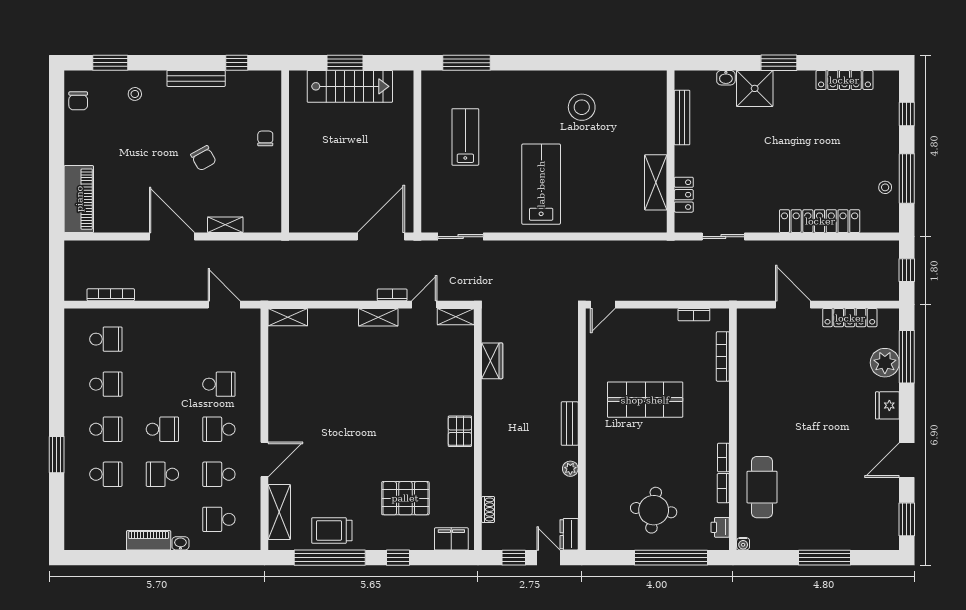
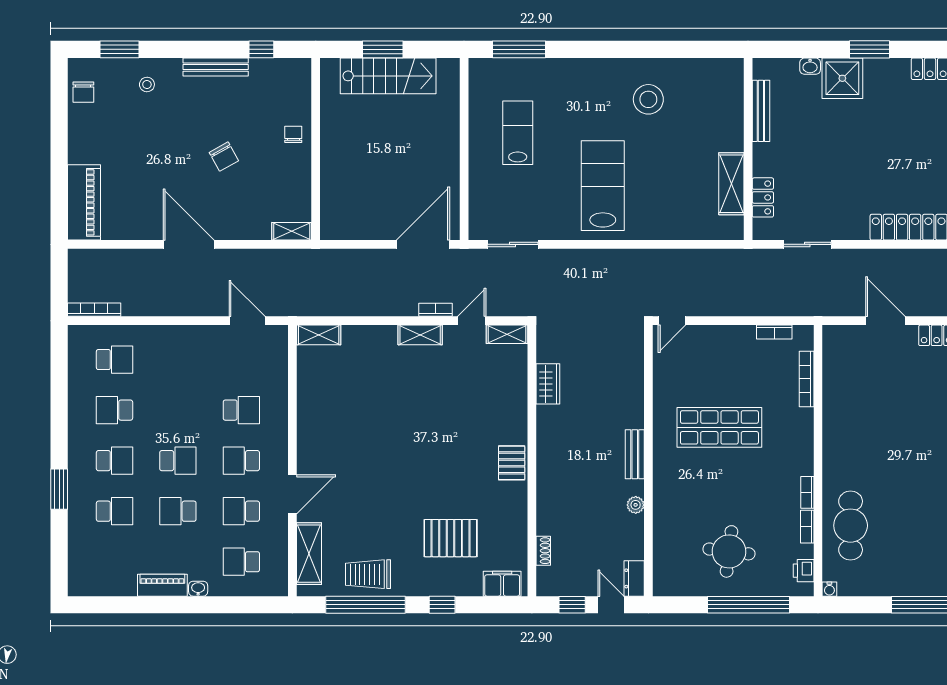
shelving: (225, 225) -> (292, 231), moved
bookcase: (111, 295) -> (94, 310), moved
school desk: (106, 384) -> (114, 410), turned 180

